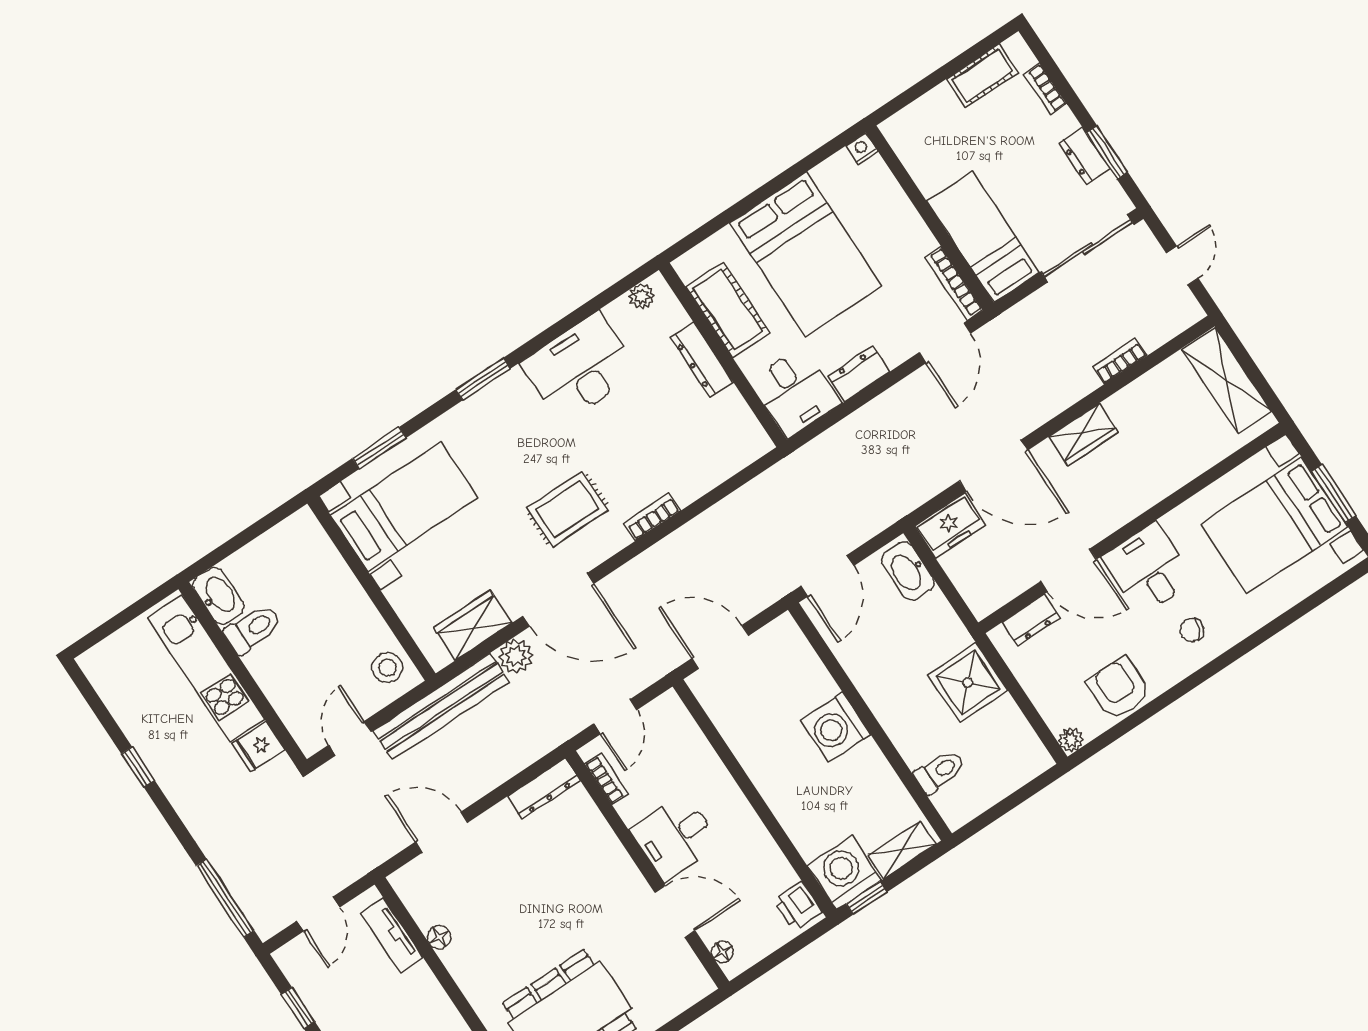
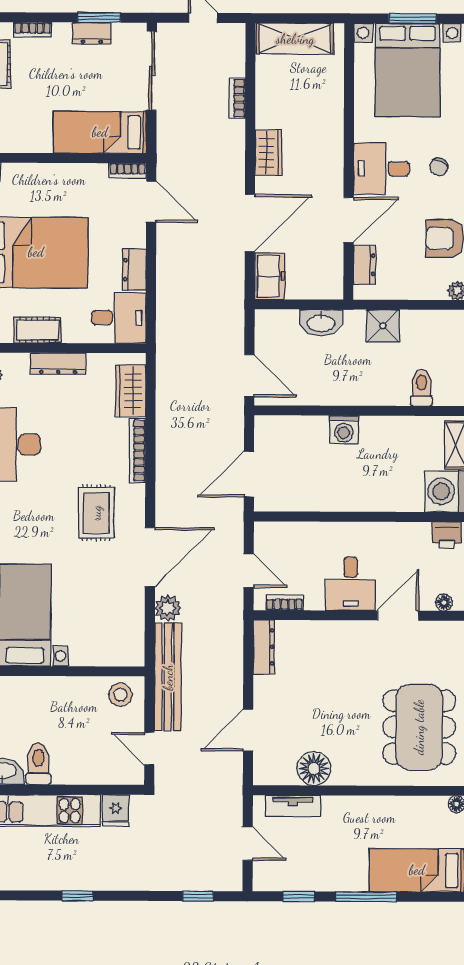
bookcase: (954, 283) -> (128, 171), width x0.64
cot: (728, 310) -> (38, 330), width x0.73, depth x0.75
bookcase: (652, 517) -> (137, 451), width x1.56
washbasin: (908, 571) -> (321, 323), moved
wardrobe: (473, 625) -> (131, 391), moved
shower: (968, 682) -> (383, 326), width x0.73, depth x0.73
washing machine: (835, 727) -> (344, 430), width x0.73, depth x0.73
window: (225, 898) -> (198, 896), width x0.46
floor lamp: (439, 937) -> (314, 769), width x1.89, depth x1.89

